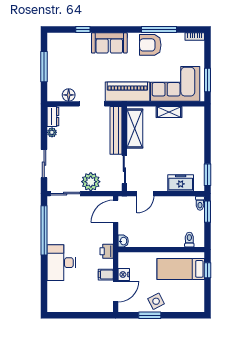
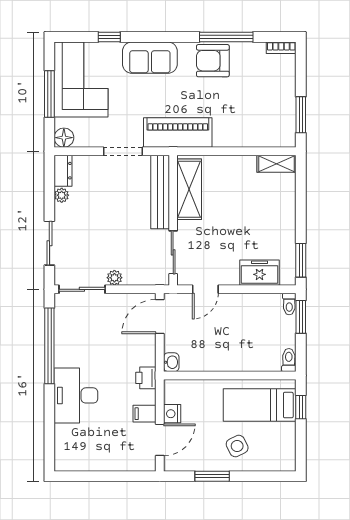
corner sofa: (175, 84) -> (81, 79), moved, turned 90
floor lamp: (69, 95) -> (64, 138), moved
shelving: (169, 112) -> (276, 164), moved
plant: (91, 182) -> (114, 278), width x0.53, depth x0.53
toilet: (189, 240) -> (289, 360), moved
side table: (156, 301) -> (237, 446), moved

